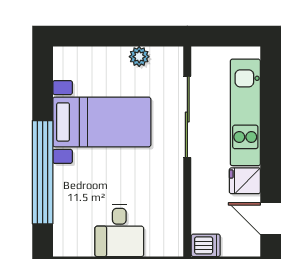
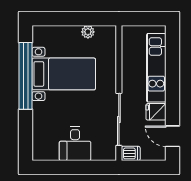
sliding door: (187, 117) -> (119, 119), moved
window: (43, 172) -> (26, 76), moved

